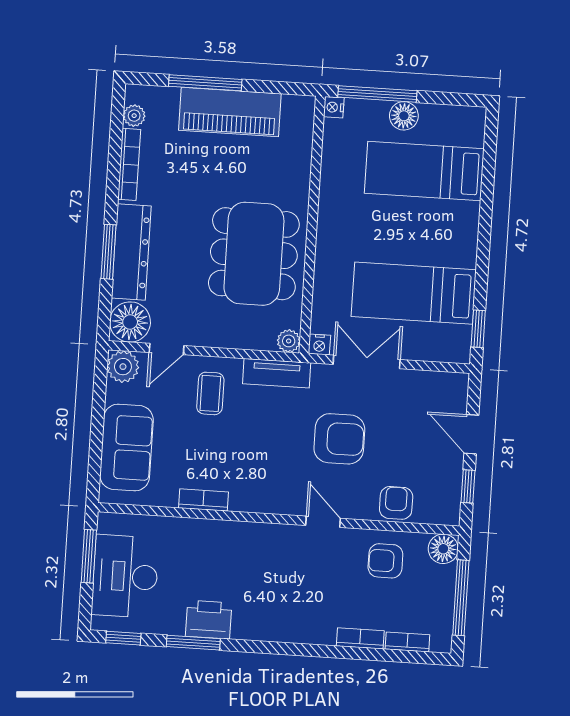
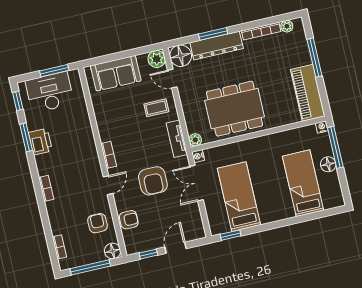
piano: (230, 112) -> (308, 93), moved
double door: (367, 362) -> (196, 183), swing flipped
bookcase: (204, 500) -> (109, 155), moved
bookcase: (360, 638) -> (46, 188), moved

